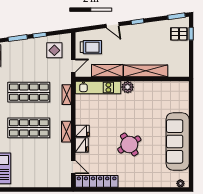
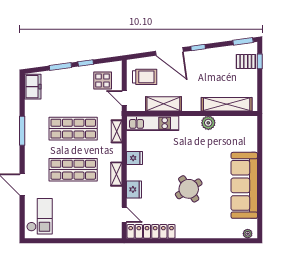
door: (113, 25) -> (169, 51), width x1.87
door: (73, 66) -> (124, 98), swing flipped
shelving: (146, 71) -> (227, 104), moved
plant: (128, 87) -> (208, 123), moved
fridge: (82, 131) -> (134, 158), moved

